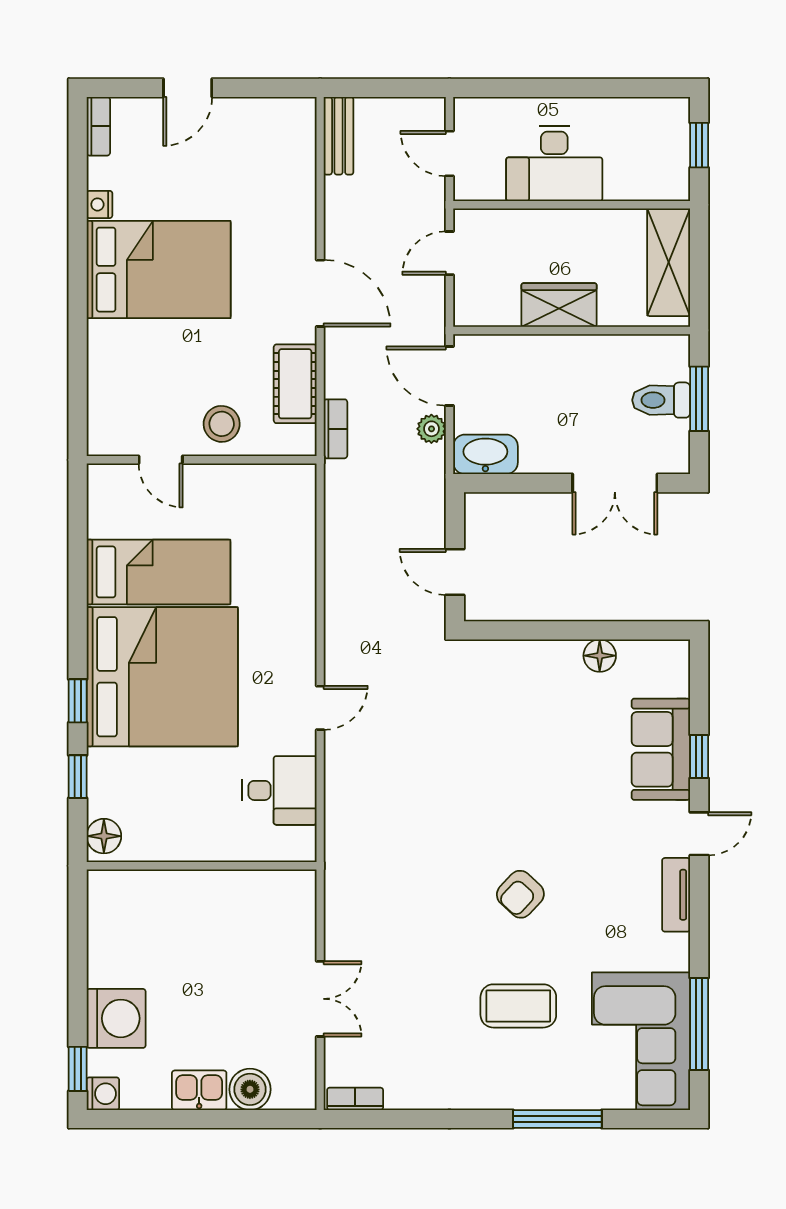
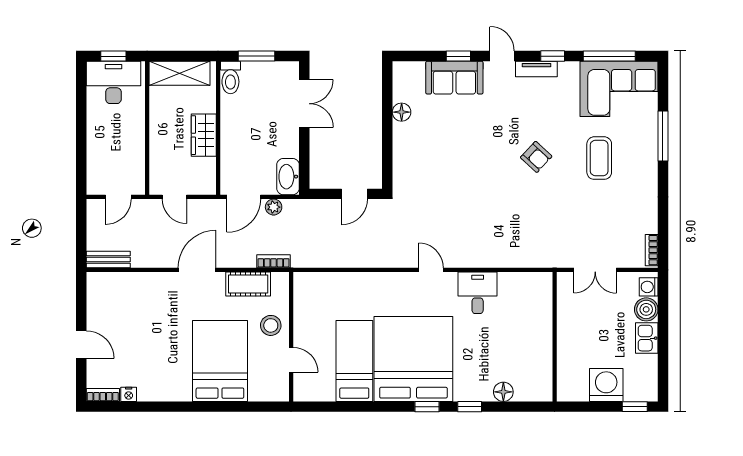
desk: (554, 163) -> (113, 82), moved, turned -90
nightstand: (99, 204) -> (129, 394), moved
bed: (159, 270) -> (220, 361), moved
toilet: (661, 400) -> (230, 77), moved
door: (161, 460) -> (291, 360), hinge flipped
wall: (202, 866) -> (555, 337), moved
window: (699, 923) -> (553, 56), added
double door: (320, 999) -> (595, 270), swing flipped
washing machine: (103, 1094) -> (649, 287), moved, turned -90

